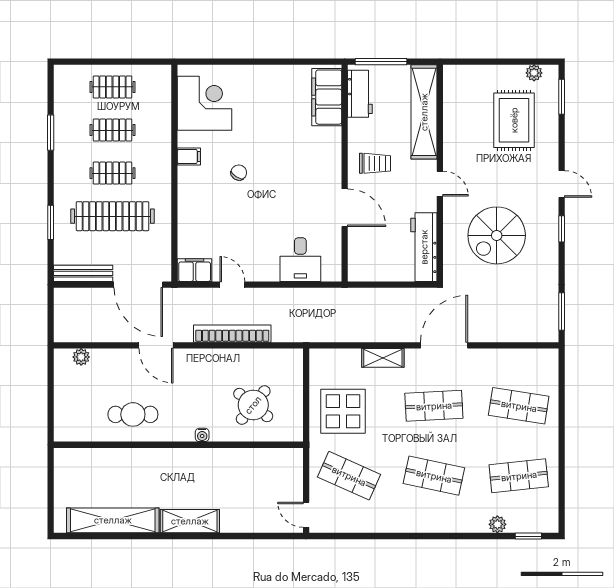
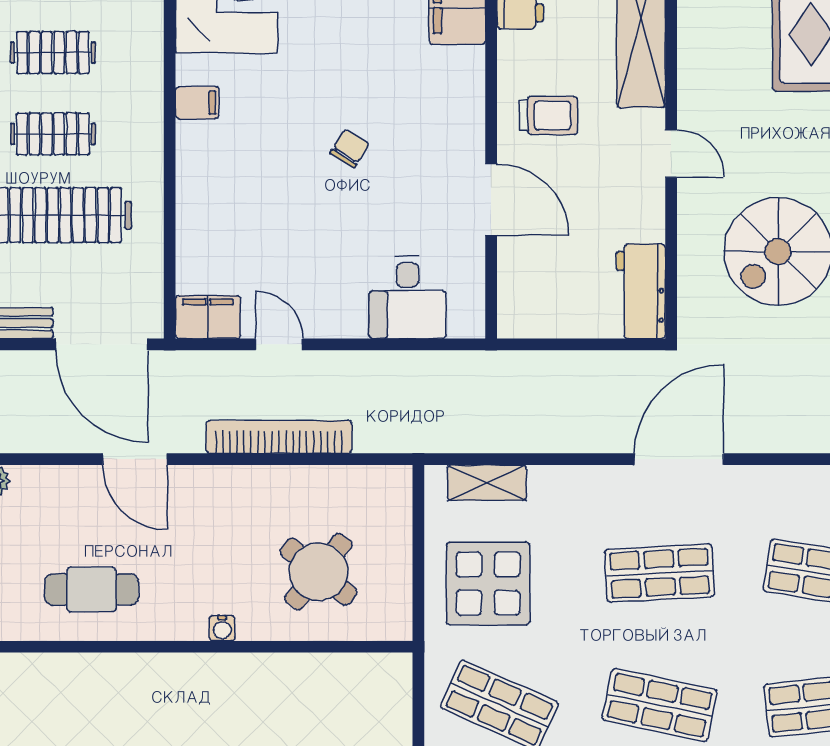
chair: (239, 173) -> (350, 148), moved
workbench: (424, 247) -> (641, 291), width x0.73
shelving: (383, 358) -> (487, 483), moved

